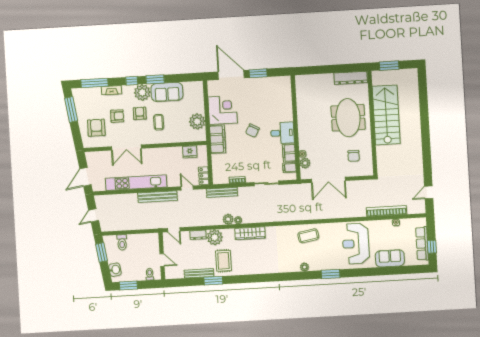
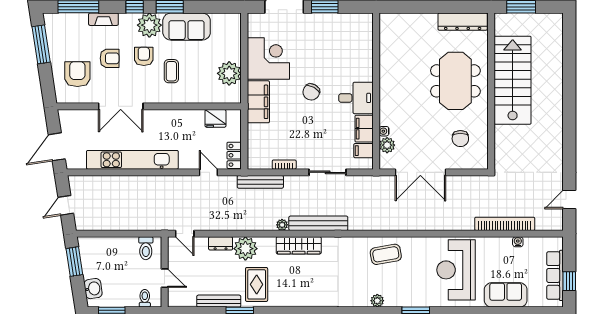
bench: (158, 197) -> (318, 223), moved
plant: (228, 219) -> (267, 223), removed
toilet: (122, 242) -> (146, 248), moved

